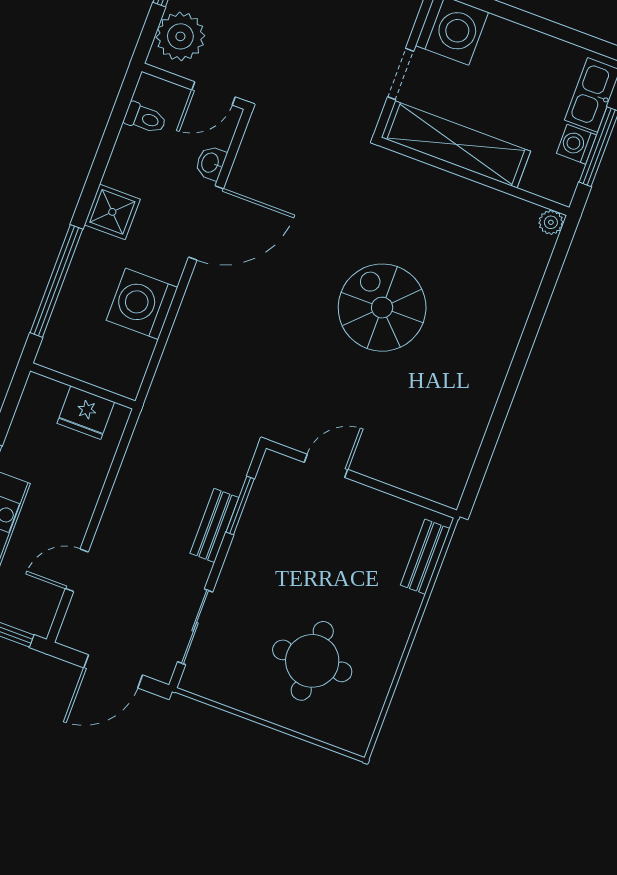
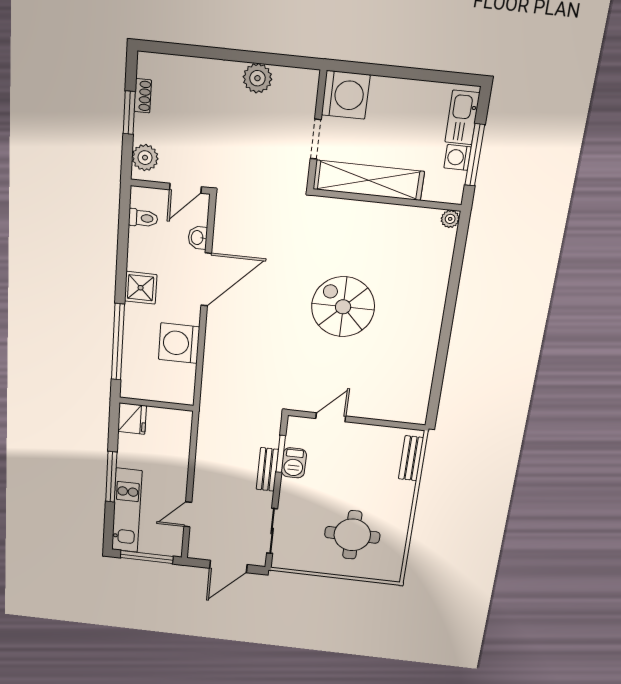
plant: (180, 36) -> (145, 158), width x0.73, depth x0.73
fridge: (86, 413) -> (132, 419), moved, turned -90
barbecue: (256, 524) -> (294, 463), added

